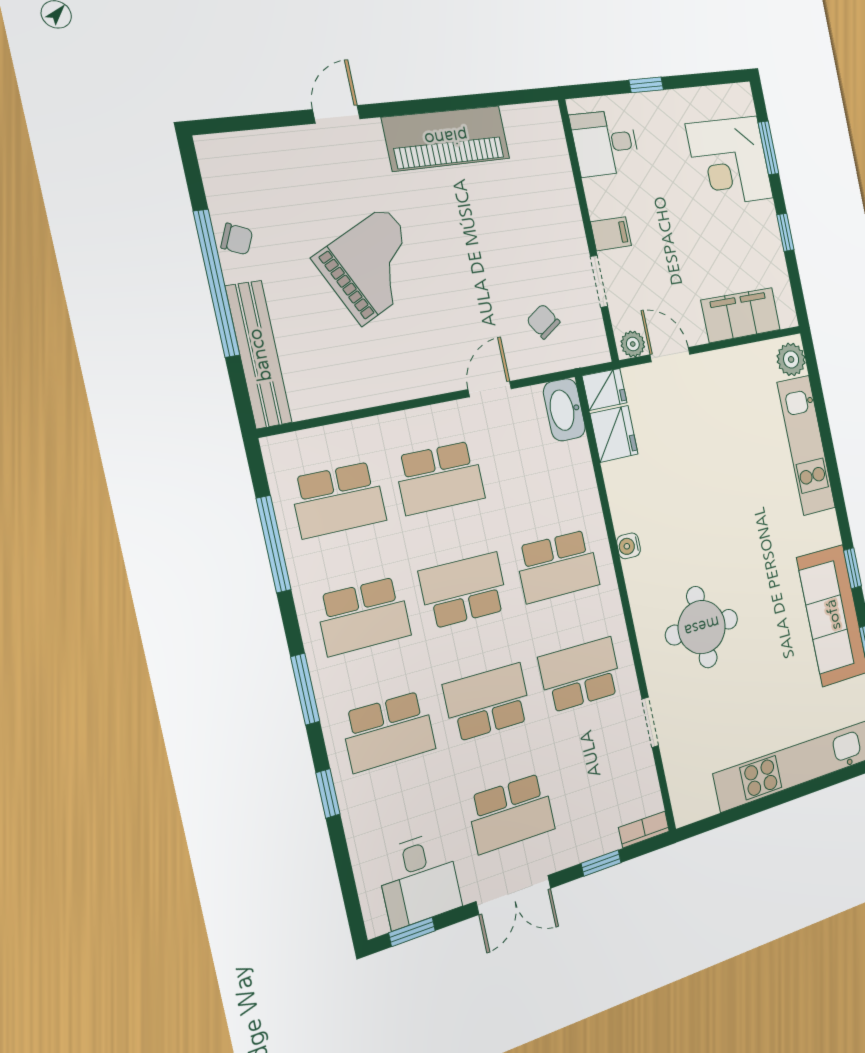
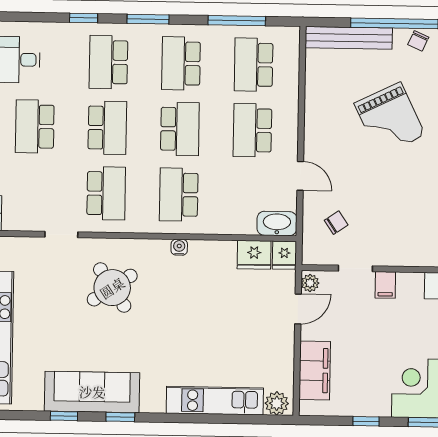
round table: (702, 627) -> (112, 288), turned -34

